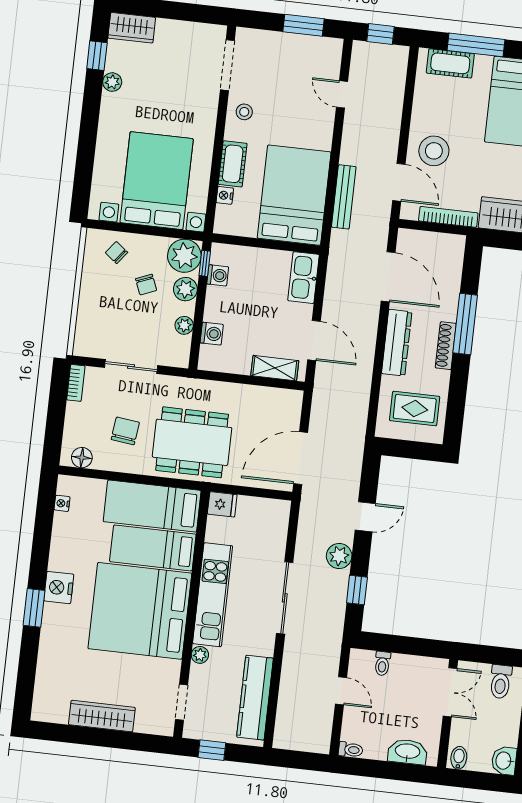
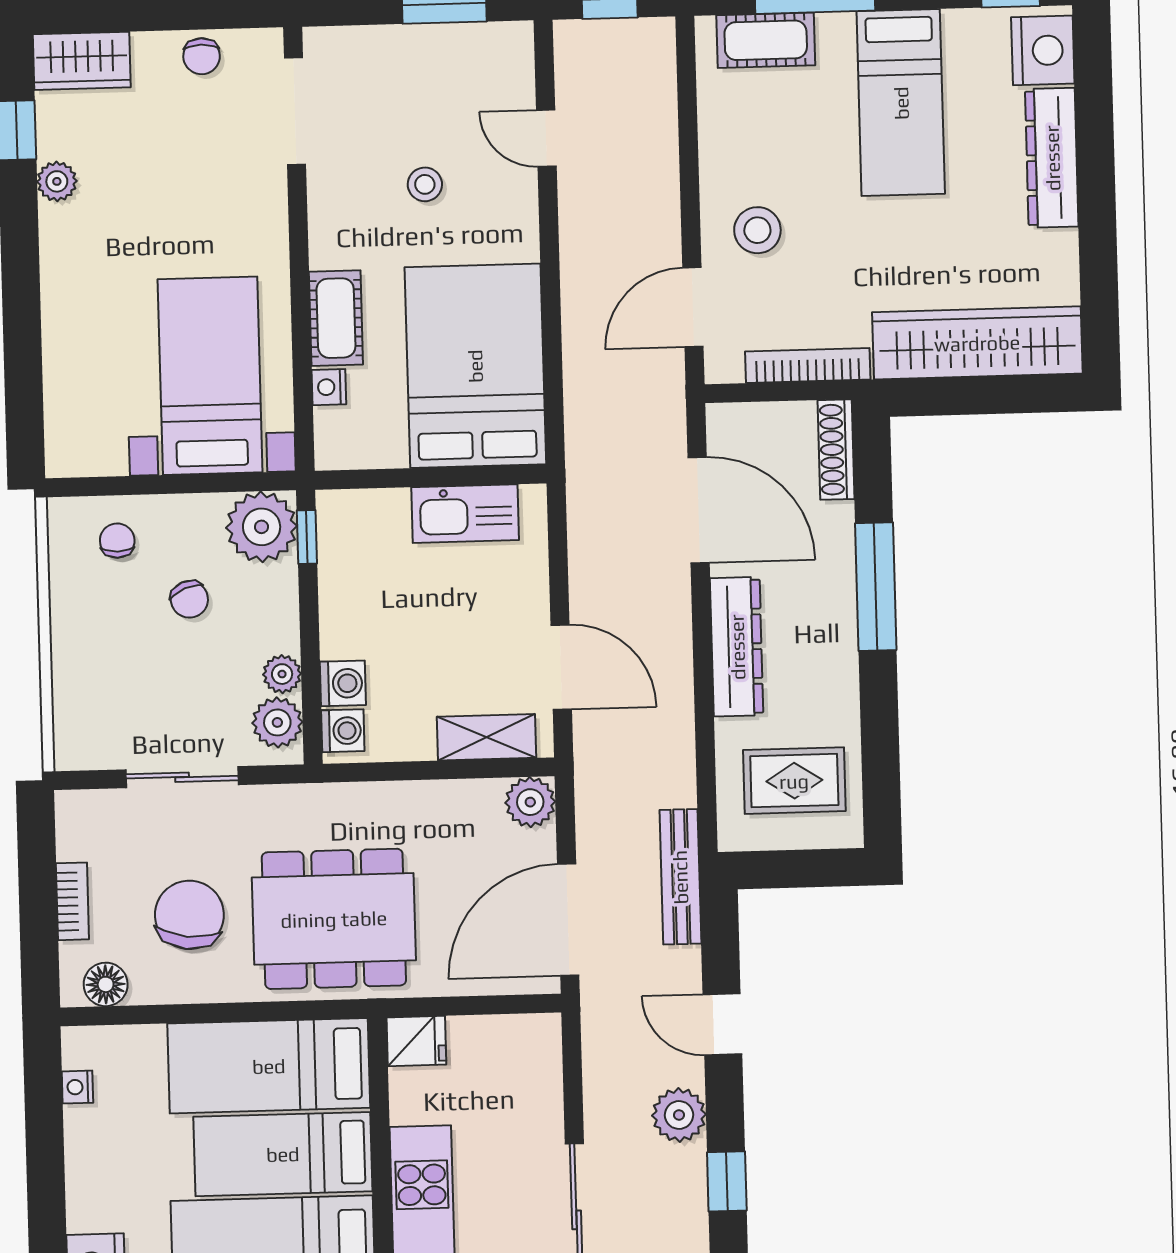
chair: (188, 34) -> (202, 56), added
stool: (244, 112) -> (425, 184), moved
stool: (434, 151) -> (757, 230), width x0.73, depth x0.73
bed with nightstands: (157, 181) -> (210, 376), width x0.73
door: (399, 182) -> (693, 307), swing flipped
bench: (344, 197) -> (680, 877), moved
chair: (117, 253) -> (117, 541), turned 52
washing machine: (218, 275) -> (343, 731), moved
kitchen sink: (304, 278) -> (465, 514), moved, turned -90
plant: (185, 289) -> (277, 722), moved
shoe rack: (446, 346) -> (836, 450), moved
bookcase: (76, 383) -> (72, 901), moved
plant: (291, 401) -> (530, 802), added
chair: (125, 431) -> (189, 915), width x1.37, depth x1.37
door: (365, 517) -> (722, 1024), swing flipped

